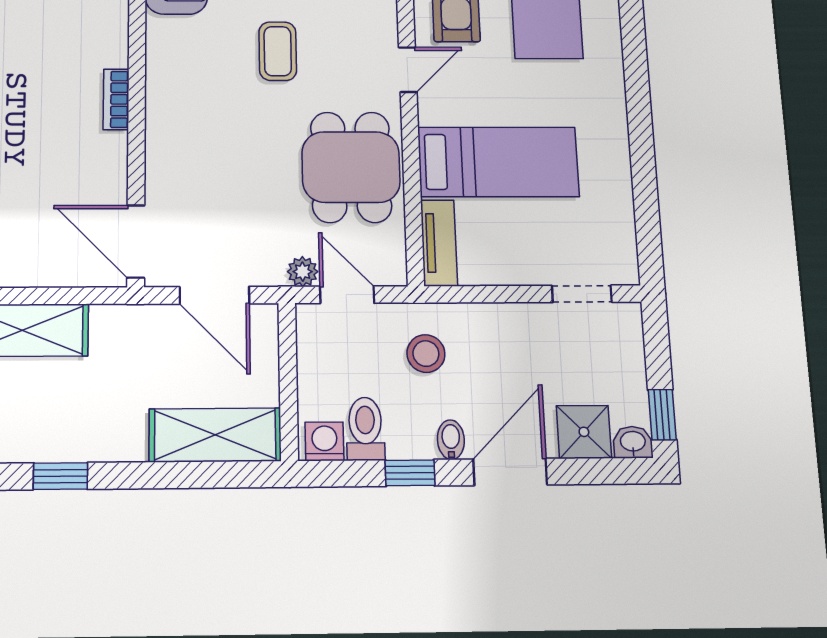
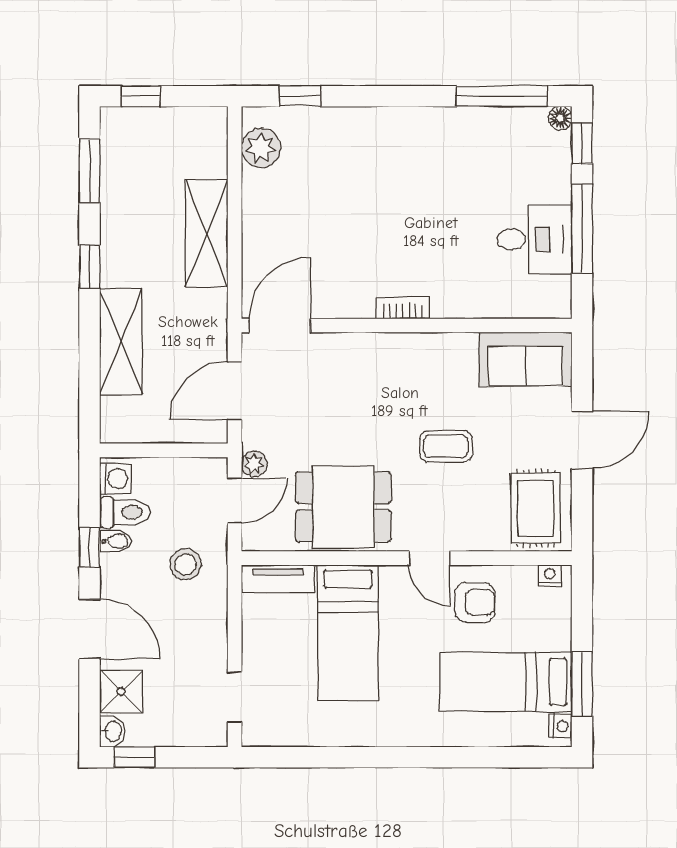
shelving: (215, 435) -> (121, 342), moved
bidet: (451, 440) -> (116, 541), moved

